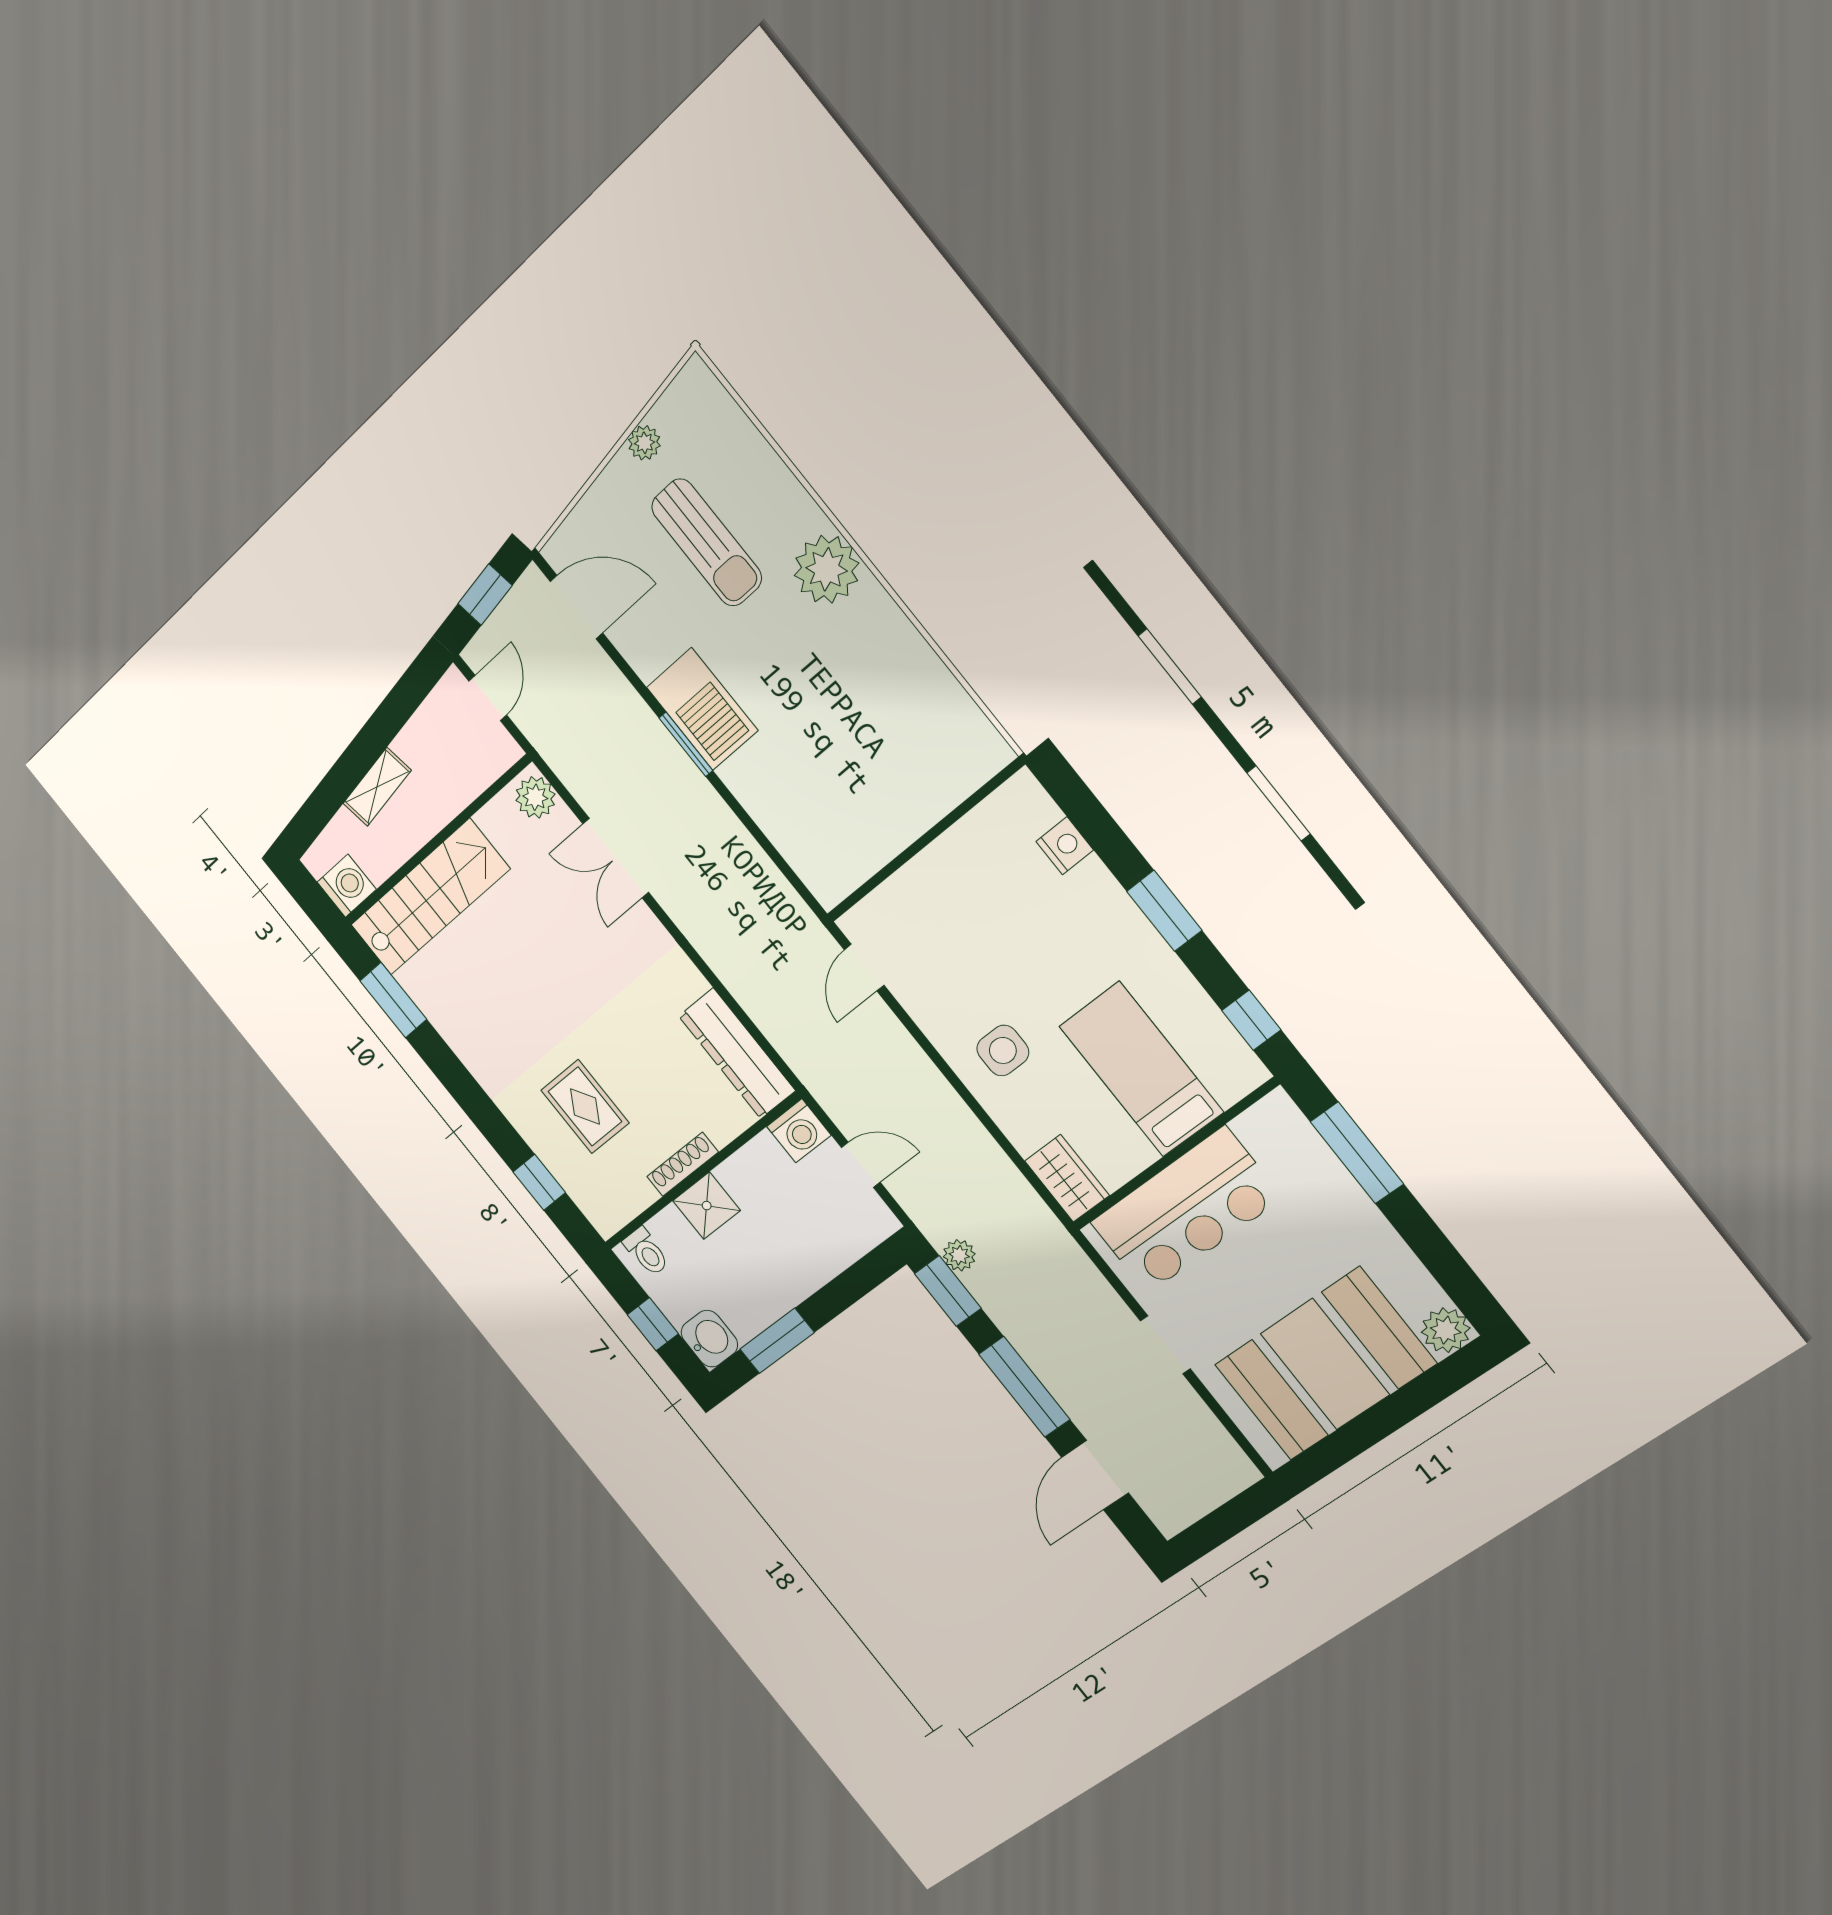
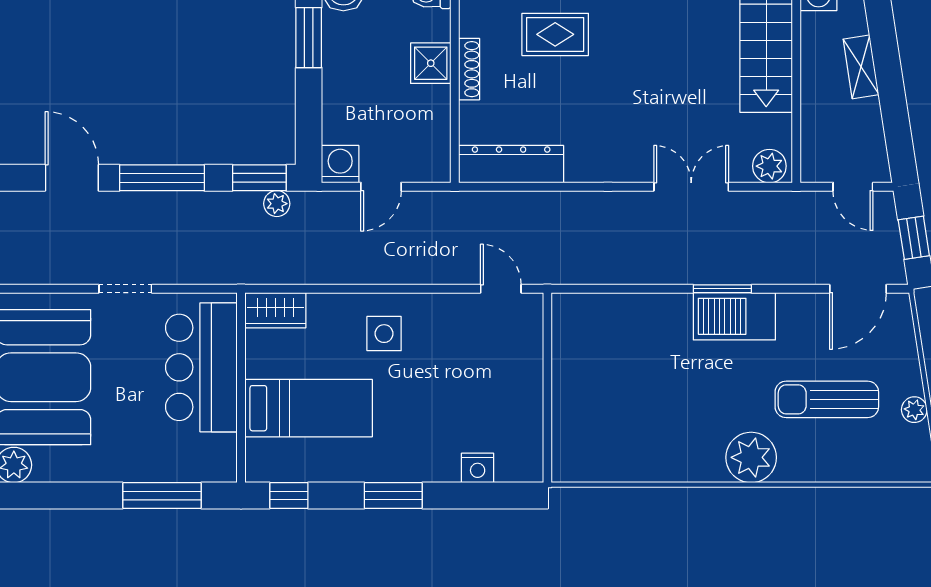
washing machine: (799, 1131) -> (340, 164), moved, turned 90

